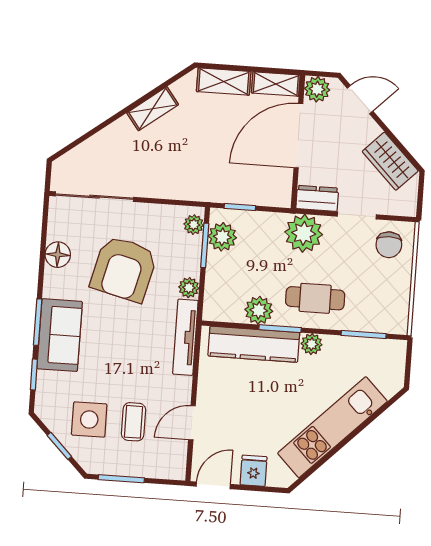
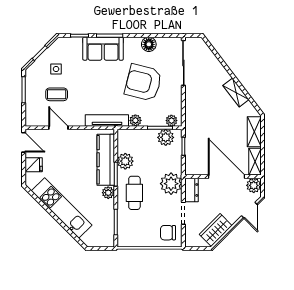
side table: (89, 420) -> (56, 69), width x0.54, depth x0.54

